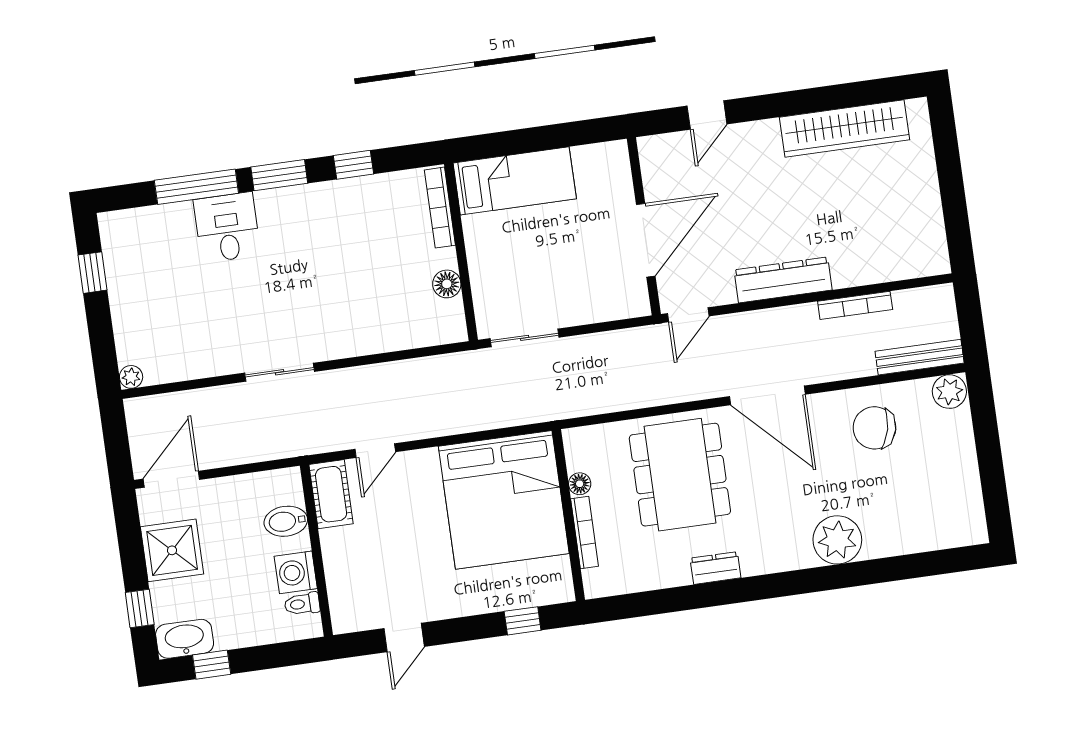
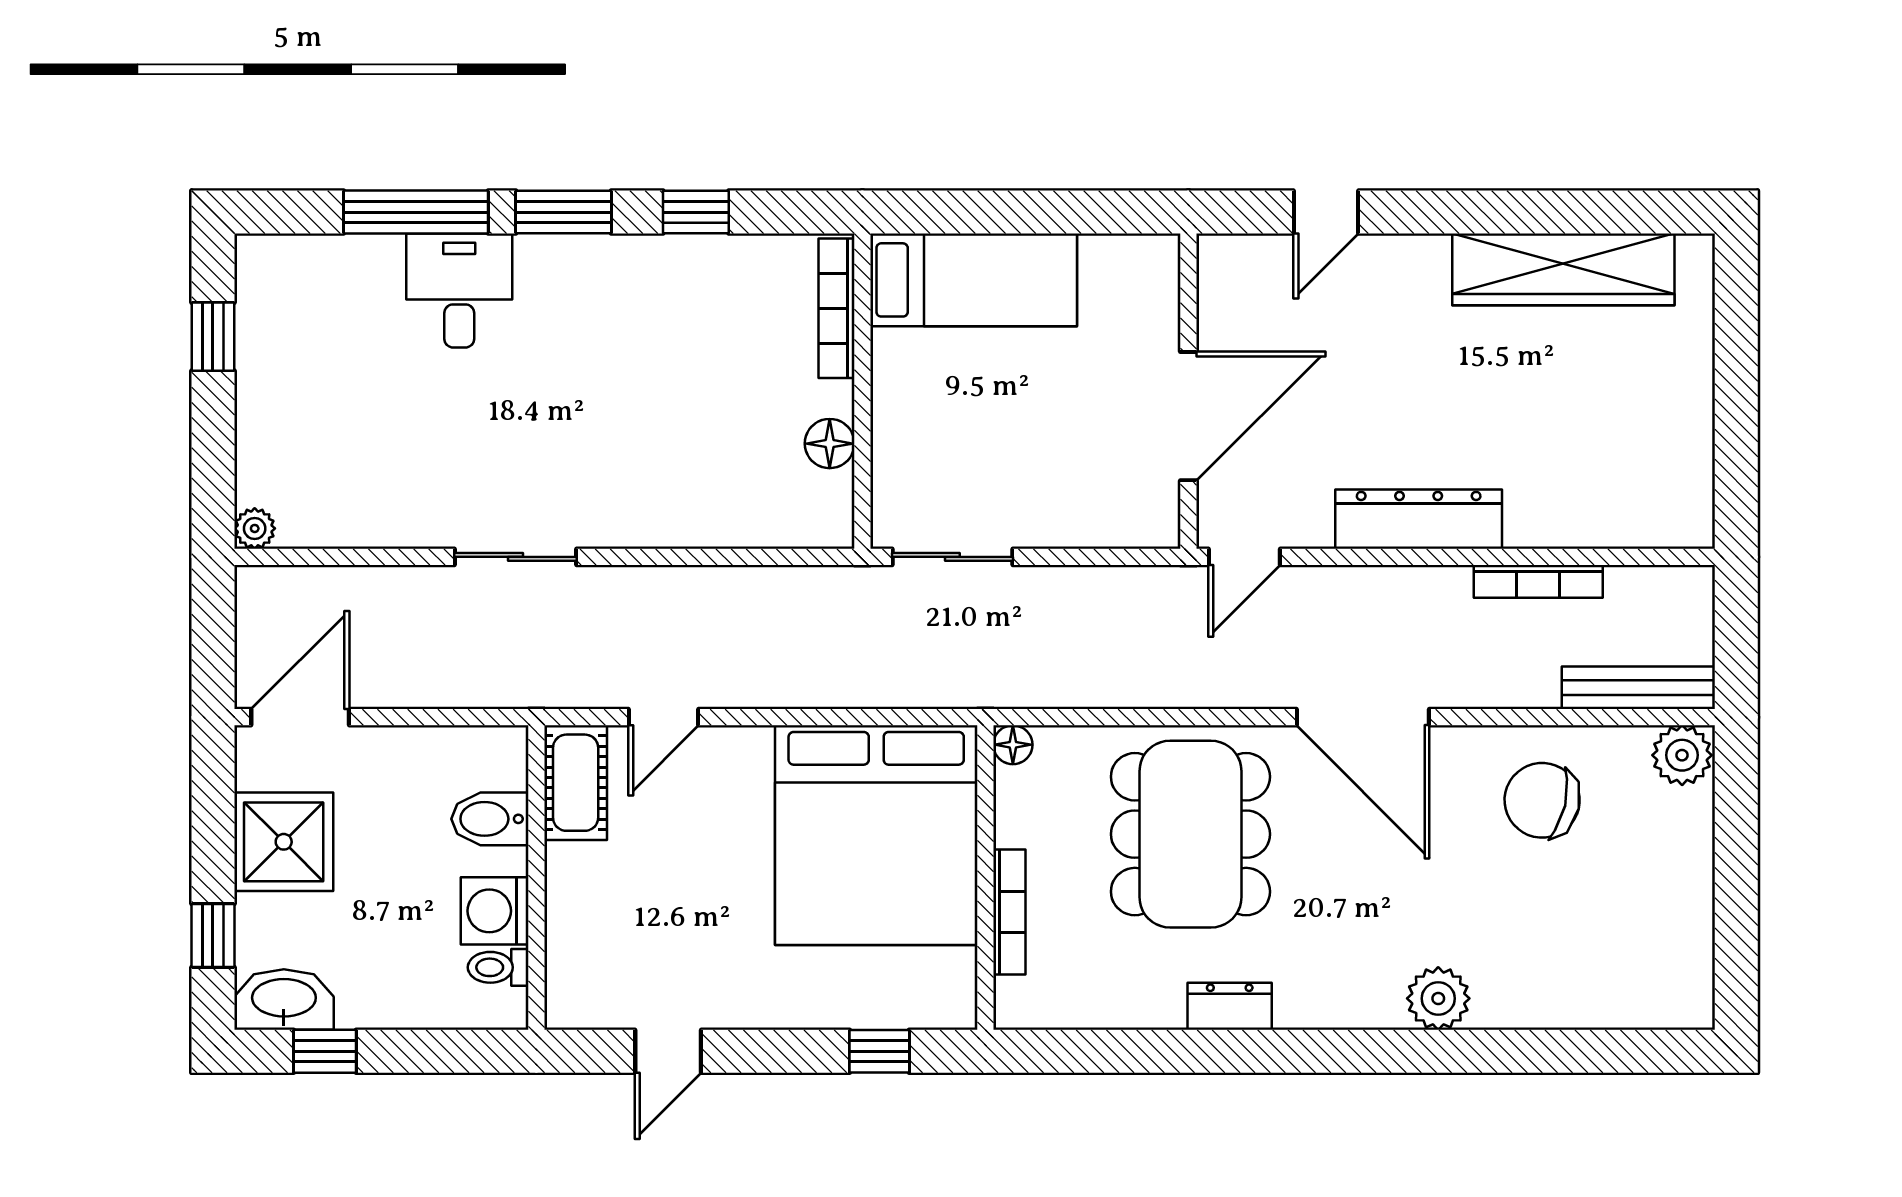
floor lamp: (580, 484) -> (1013, 745), moved
plant: (837, 540) -> (1438, 998), width x0.73, depth x0.73

